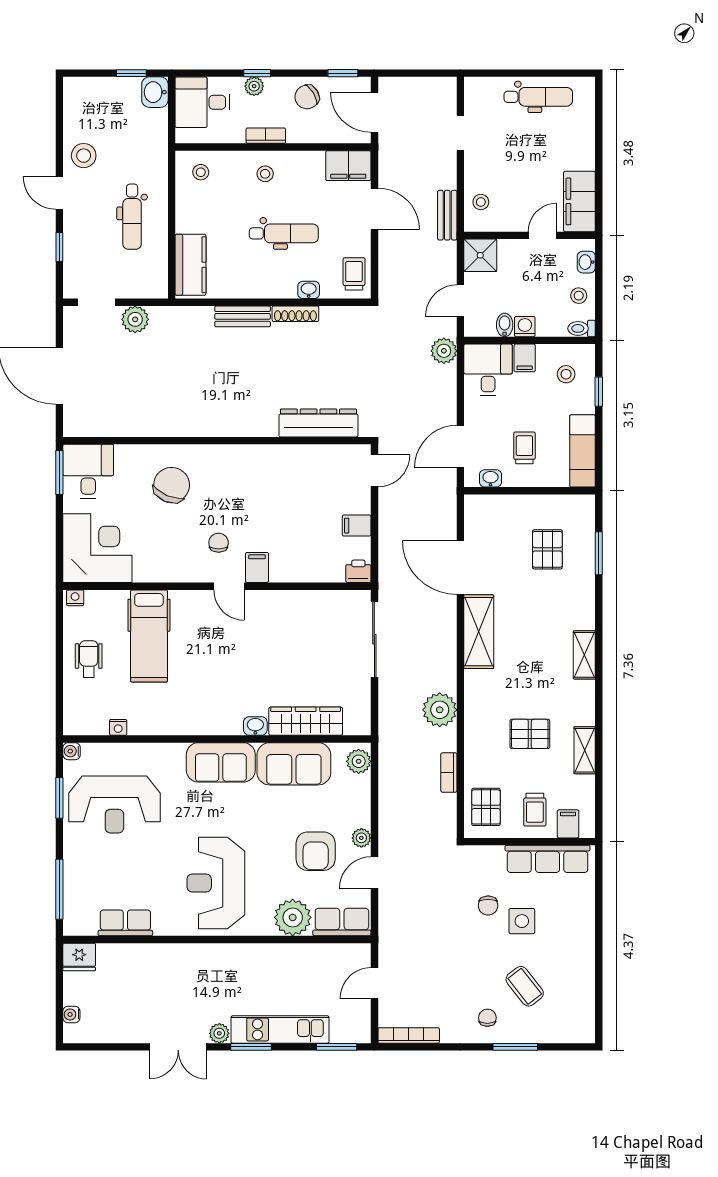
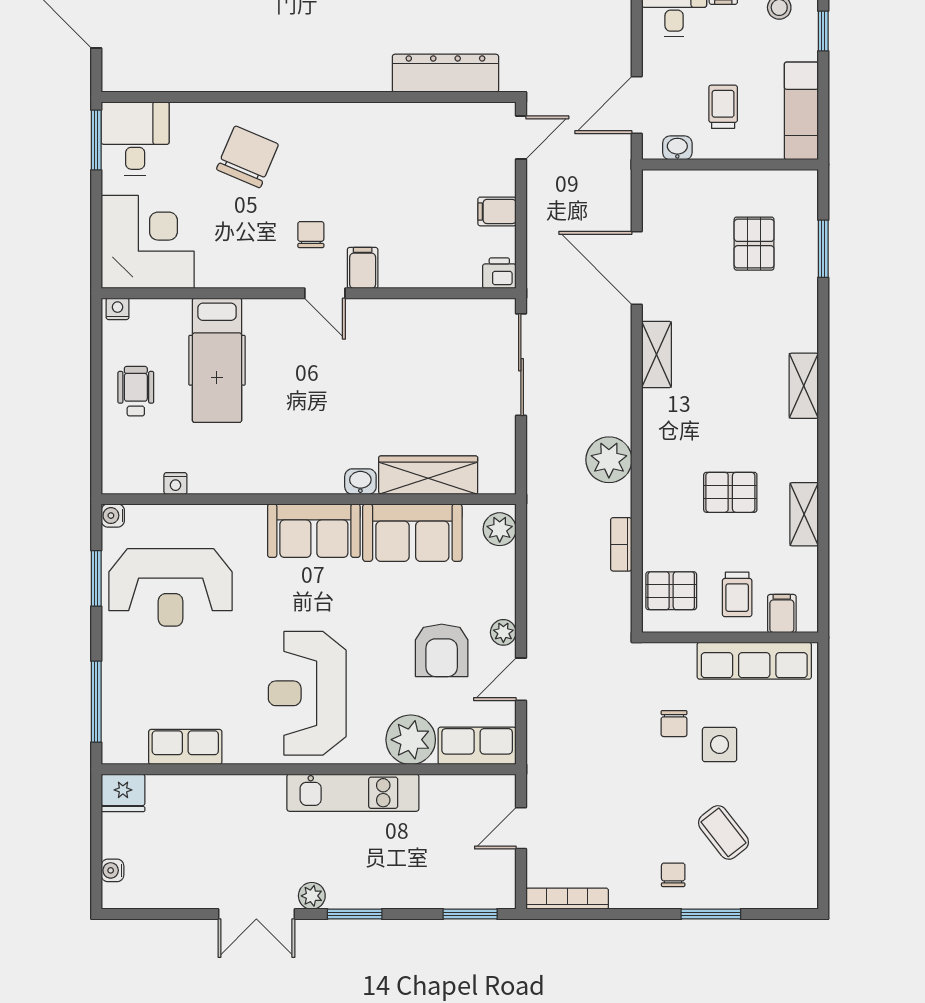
shelving: (479, 632) -> (657, 354), width x0.67, depth x0.75
pallet: (486, 807) -> (671, 591), turned 90
kitchen unit: (280, 1029) -> (353, 793), moved, turned 180

